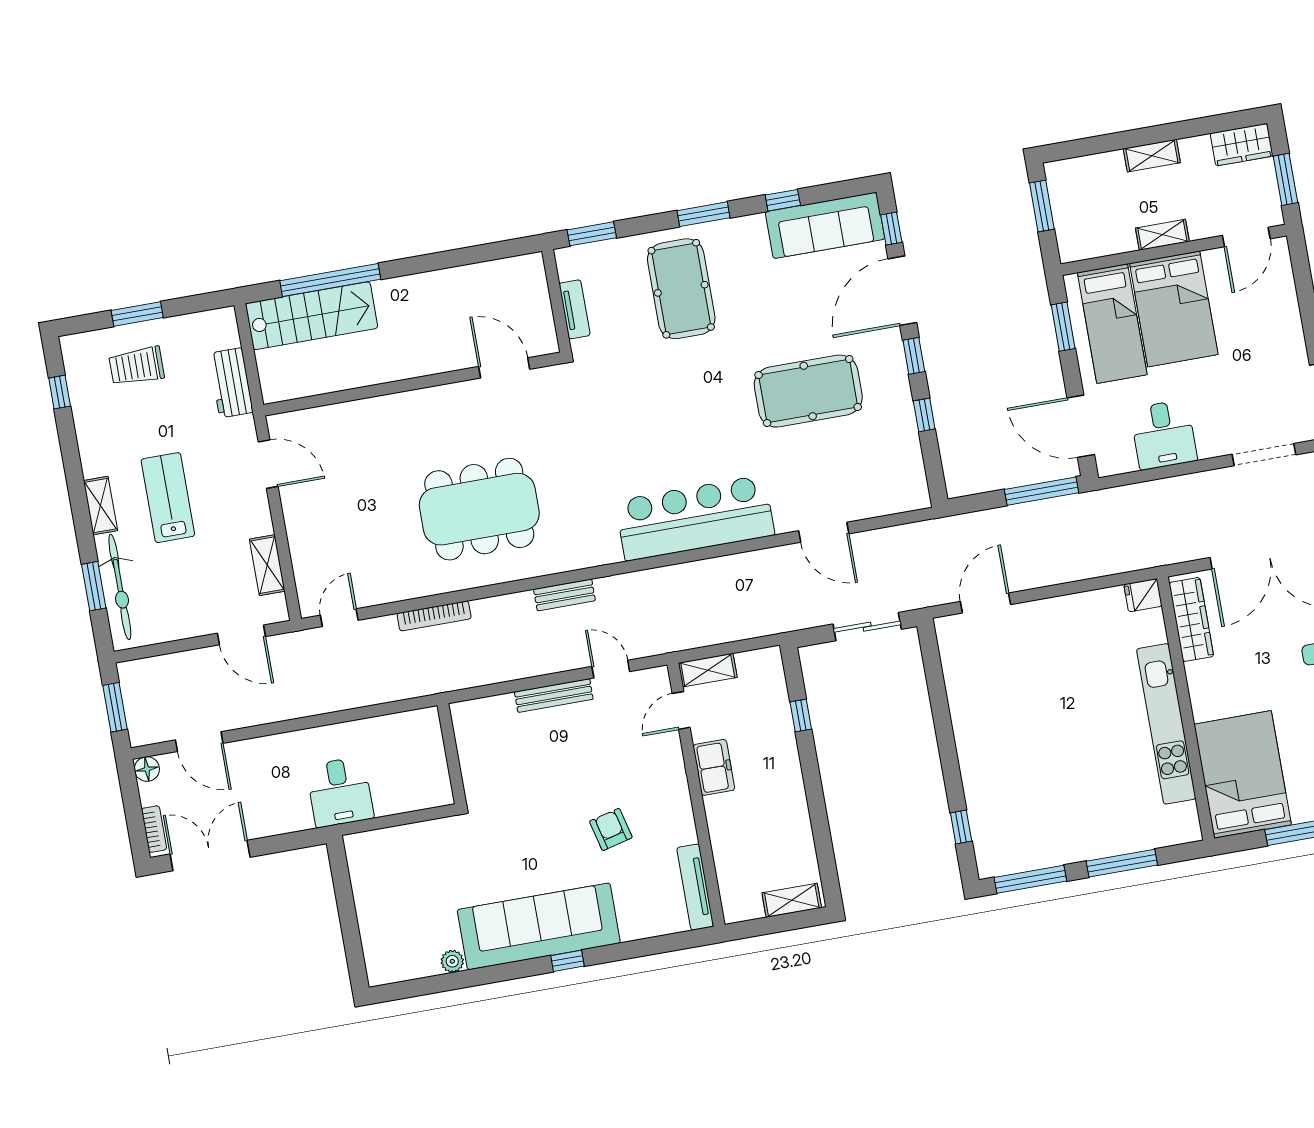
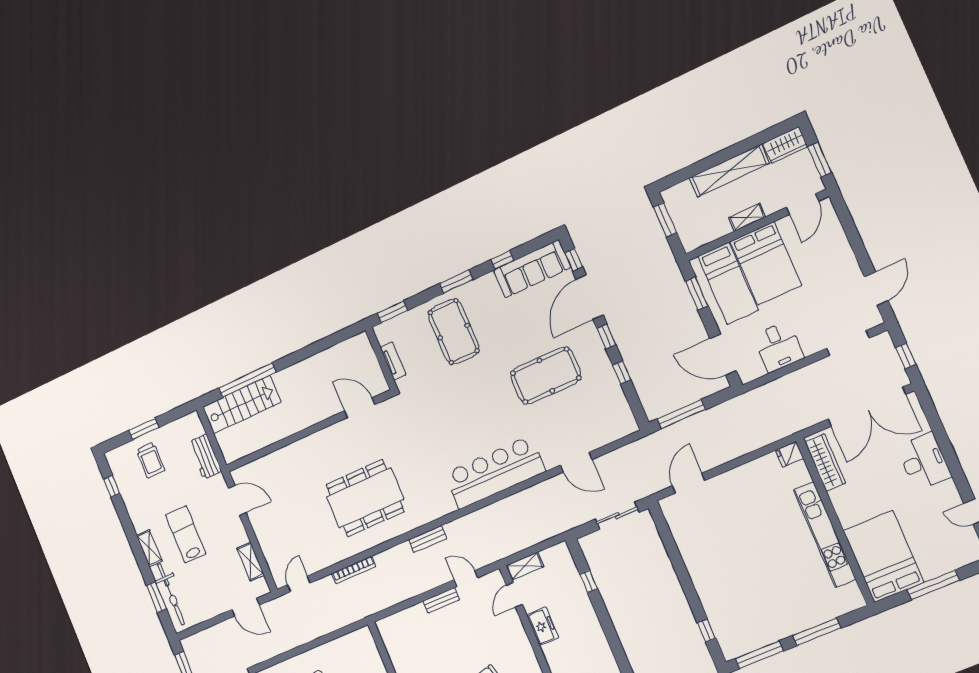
shelving: (1152, 156) -> (729, 171), width x2.20, depth x1.33
trolley: (137, 366) -> (151, 460), turned -90
window: (1042, 491) -> (681, 414), moved
bench: (554, 696) -> (441, 600), width x0.73

